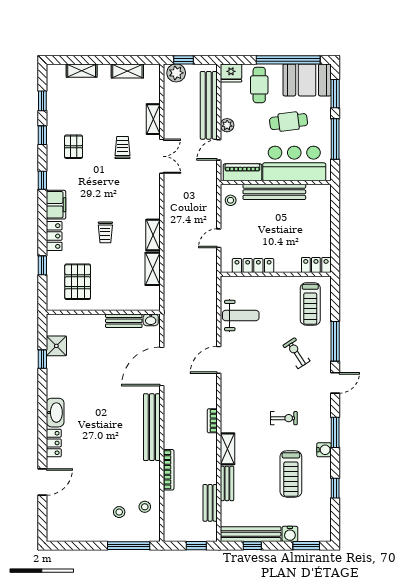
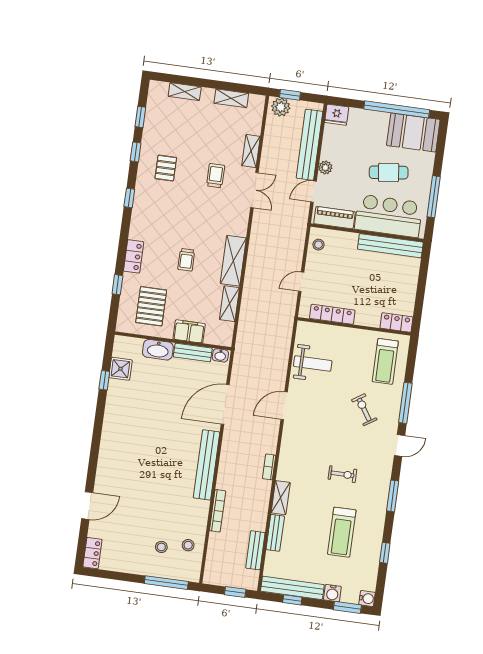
cafe table: (259, 85) -> (364, 131), removed
window: (335, 94) -> (440, 150), removed
bench: (274, 192) -> (390, 246), moved
filing cabinet: (56, 205) -> (189, 331), moved, turned -90
shelving: (153, 235) -> (233, 261), width x1.50, depth x1.33
washbasin: (55, 413) -> (158, 350), moved, turned 90
locker: (54, 443) -> (92, 553), moved
water cooler: (324, 450) -> (367, 599), moved

